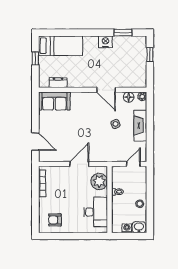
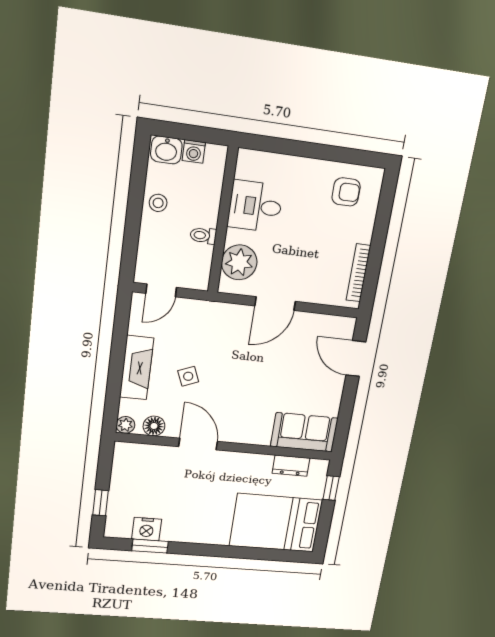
nightstand: (106, 42) -> (147, 529), moved
bed: (61, 46) -> (276, 523), width x1.50
window: (35, 58) -> (331, 488), moved
desk: (96, 212) -> (255, 206), width x0.73

